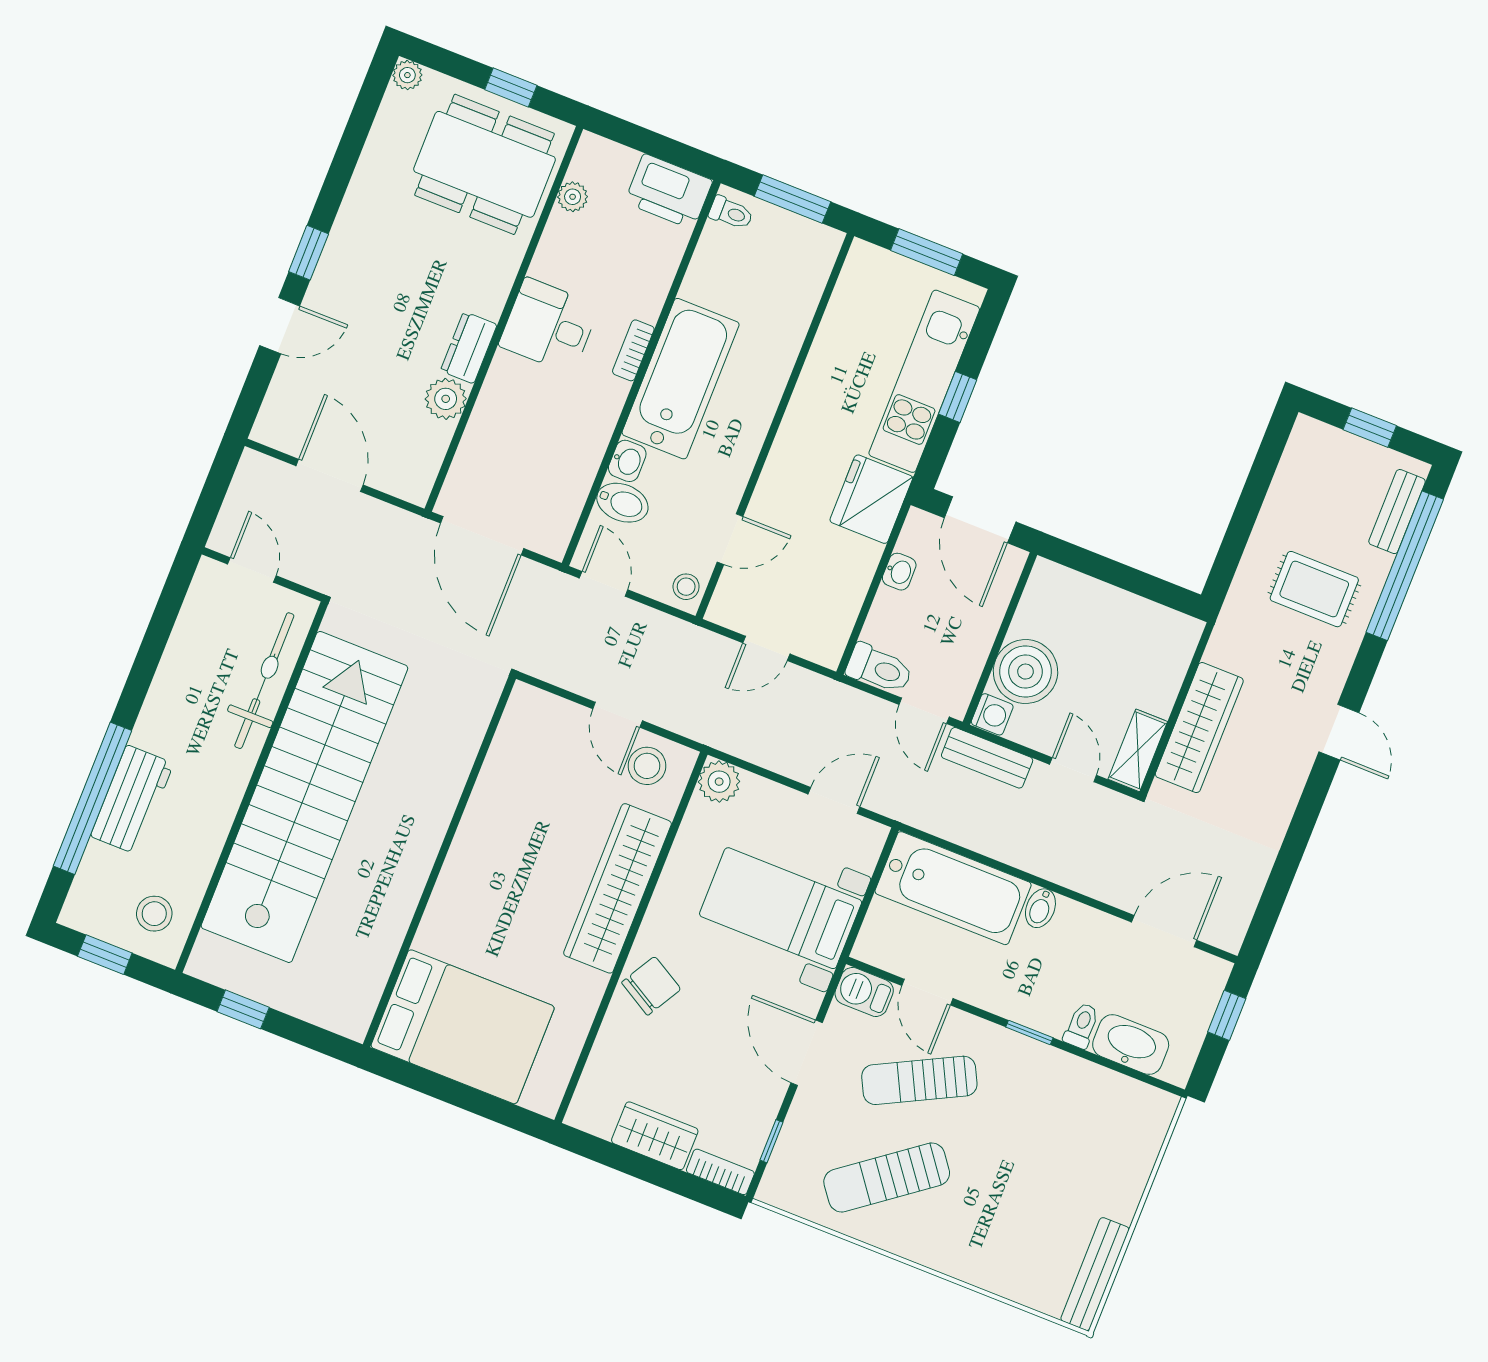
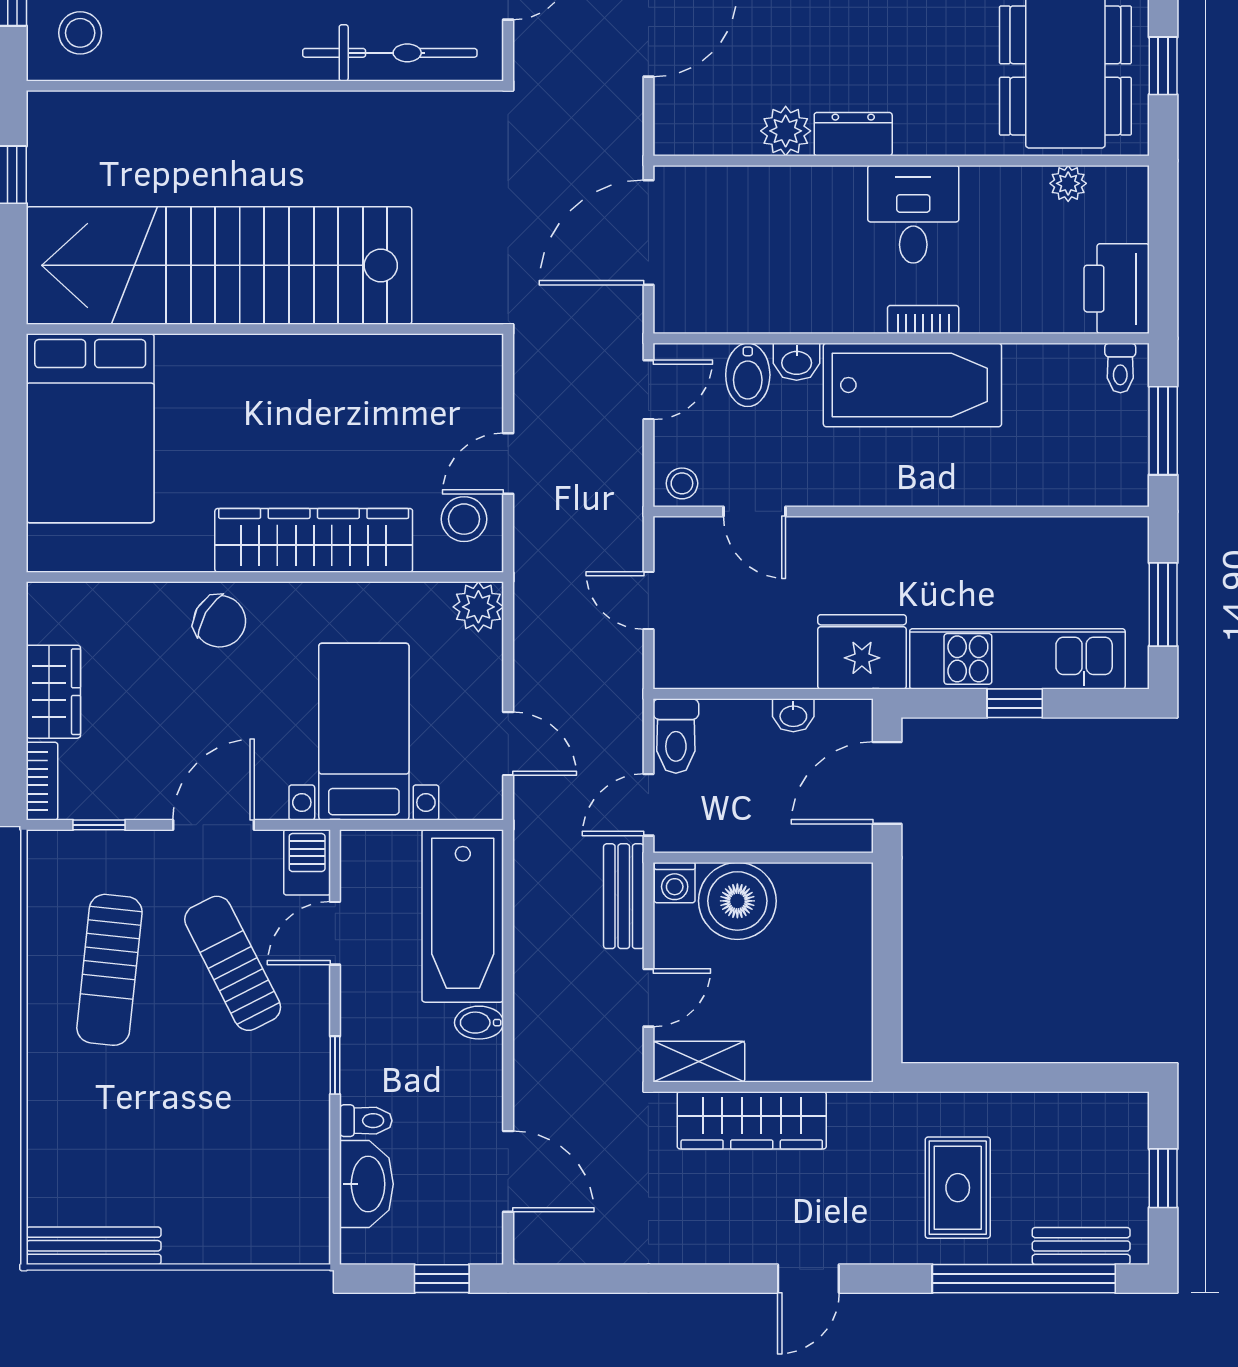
stairs: (304, 797) -> (219, 265), moved, turned 180
sun lounger: (887, 1177) -> (109, 970), turned -137

